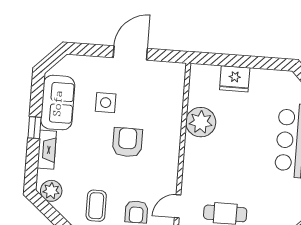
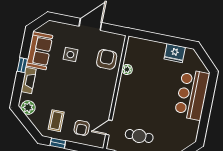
fridge: (235, 79) -> (175, 53), moved
plant: (201, 122) -> (127, 69), width x0.53, depth x0.53
armchair: (127, 142) -> (107, 59), moved

